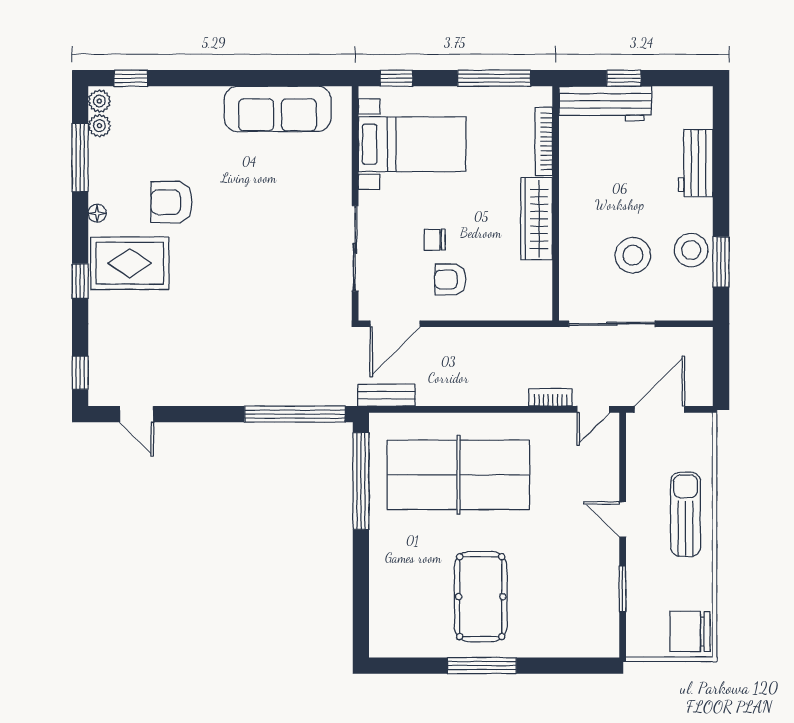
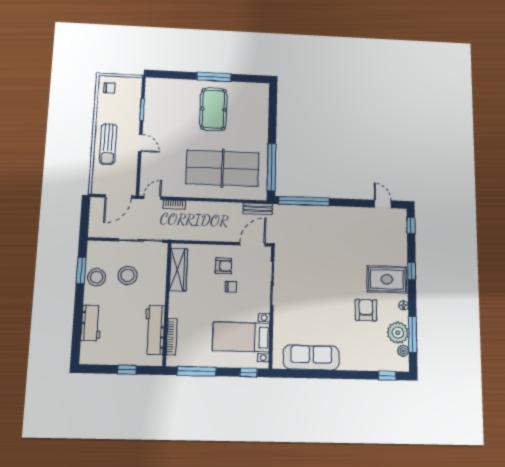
plant: (99, 101) -> (398, 333), moved, width x1.87, depth x1.87
workbench: (605, 104) -> (155, 330), moved, turned -90
armchair: (171, 202) -> (366, 310), turned -90
wardrobe: (537, 219) -> (178, 270), moved
chair: (690, 631) -> (109, 88), width x0.54, depth x0.54

